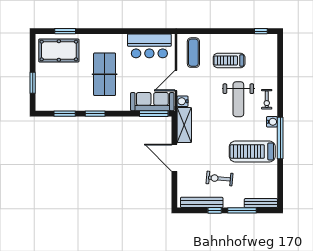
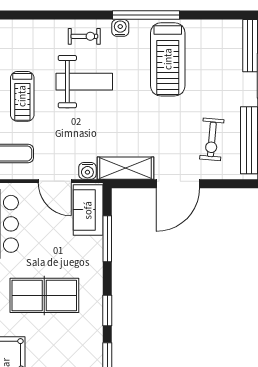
sofa: (152, 102) -> (88, 210), width x0.73
window: (154, 114) -> (107, 239), moved
exercise bike: (219, 178) -> (212, 139), moved

